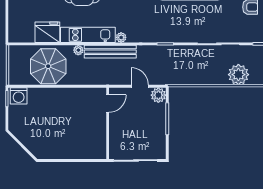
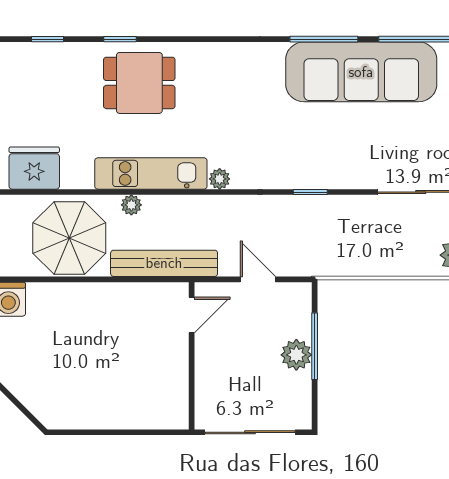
fridge: (47, 32) -> (34, 168), moved
bench: (110, 52) -> (164, 263), moved
plant: (158, 95) -> (296, 355), moved

